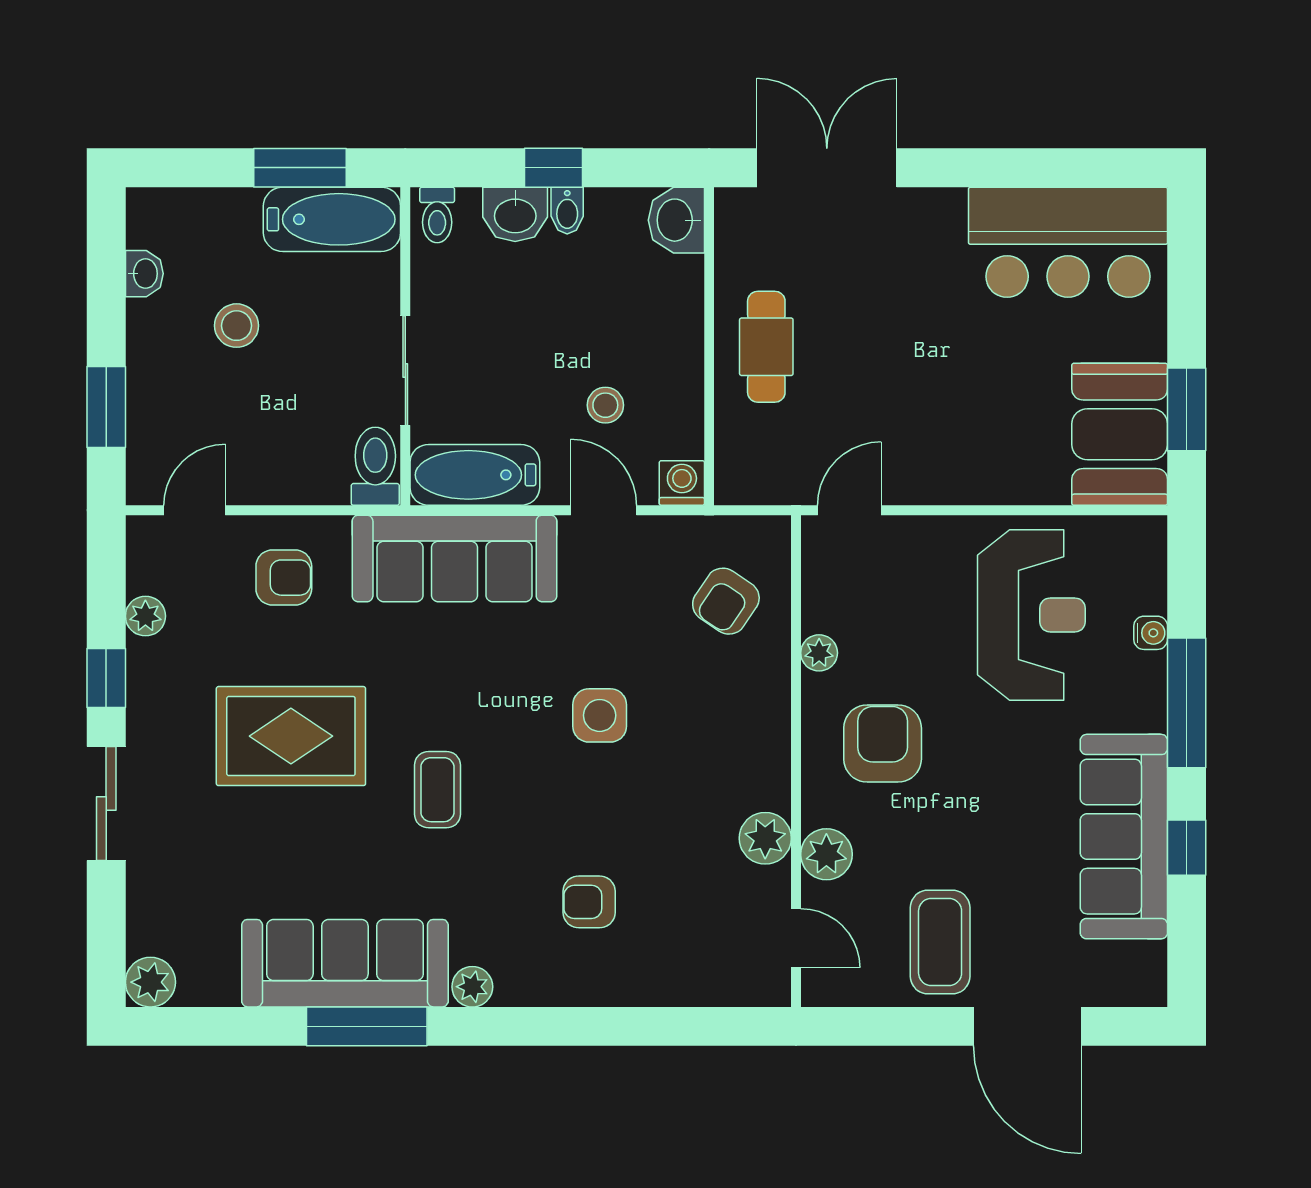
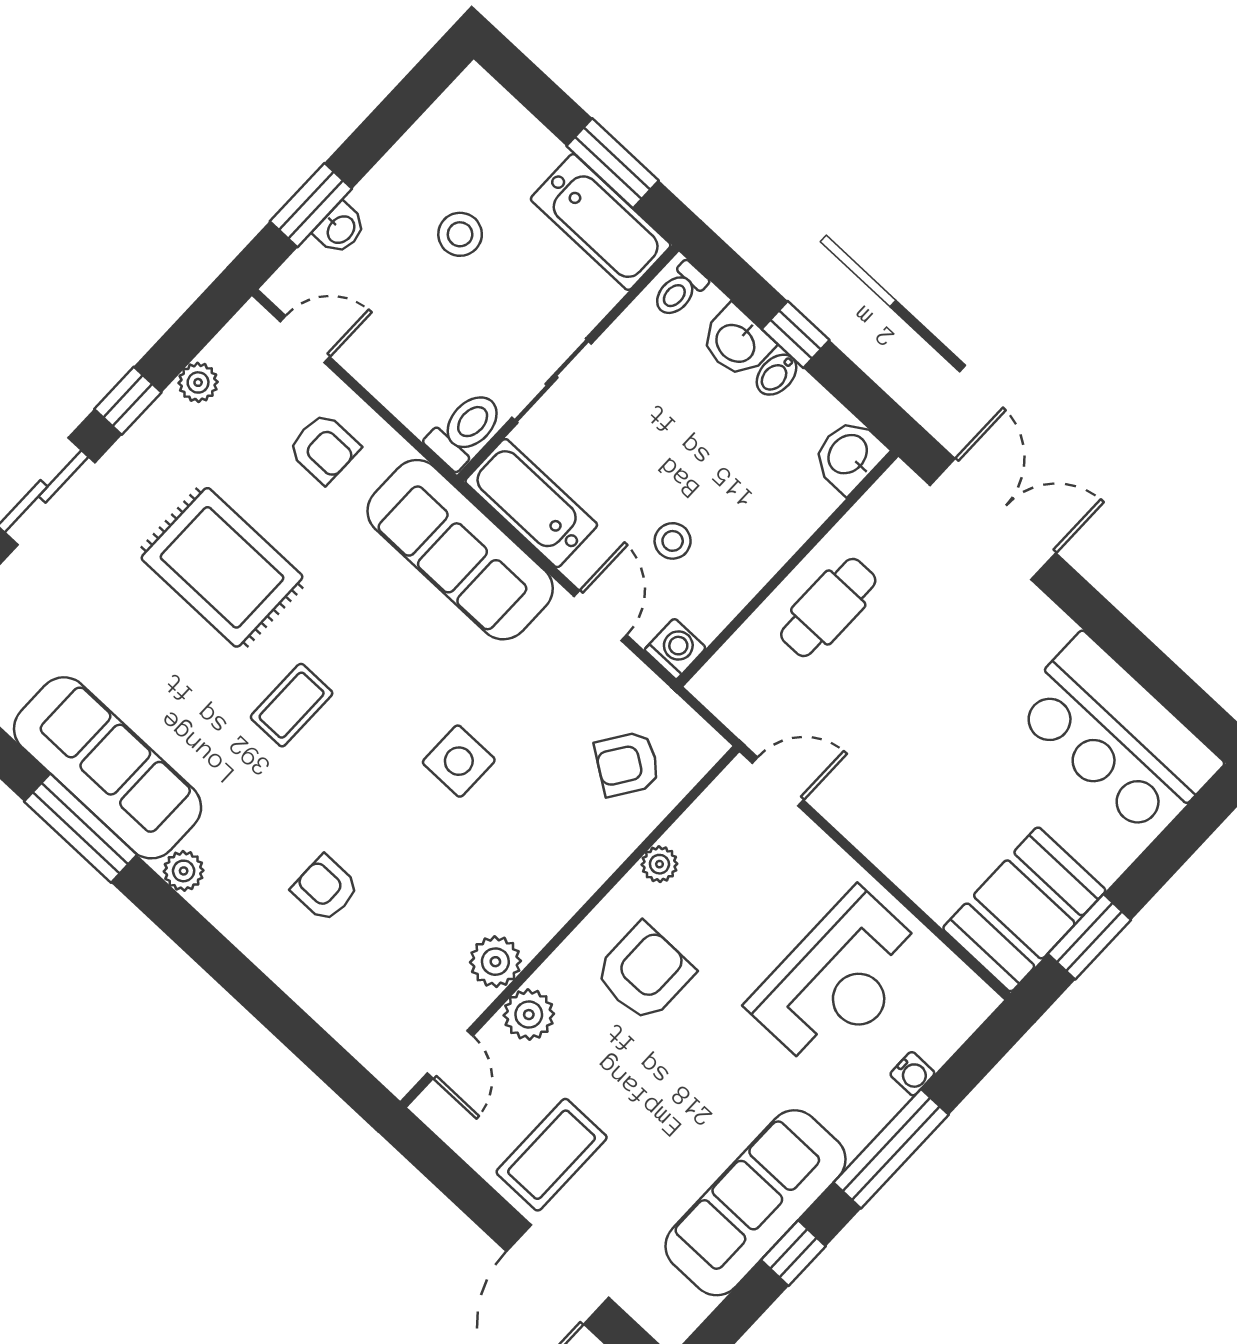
washbasin: (144, 274) -> (340, 229), moved

